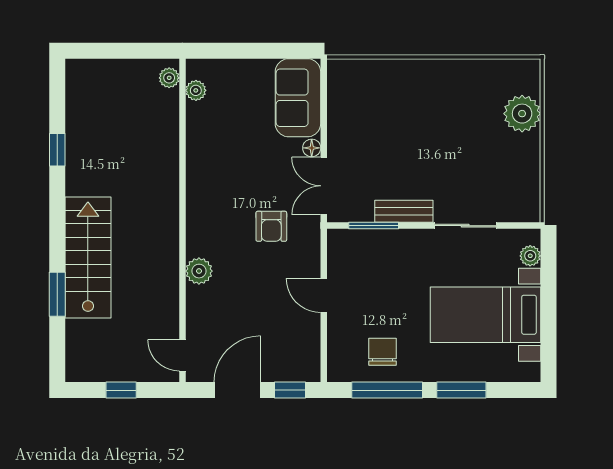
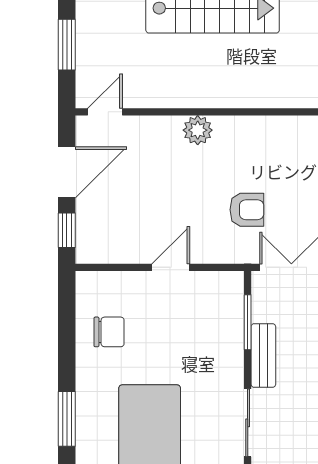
armchair: (271, 226) -> (247, 210), turned 180
window: (121, 390) -> (67, 45), width x1.50
door: (237, 390) -> (67, 172), hinge flipped
window: (387, 390) -> (67, 337), removed

